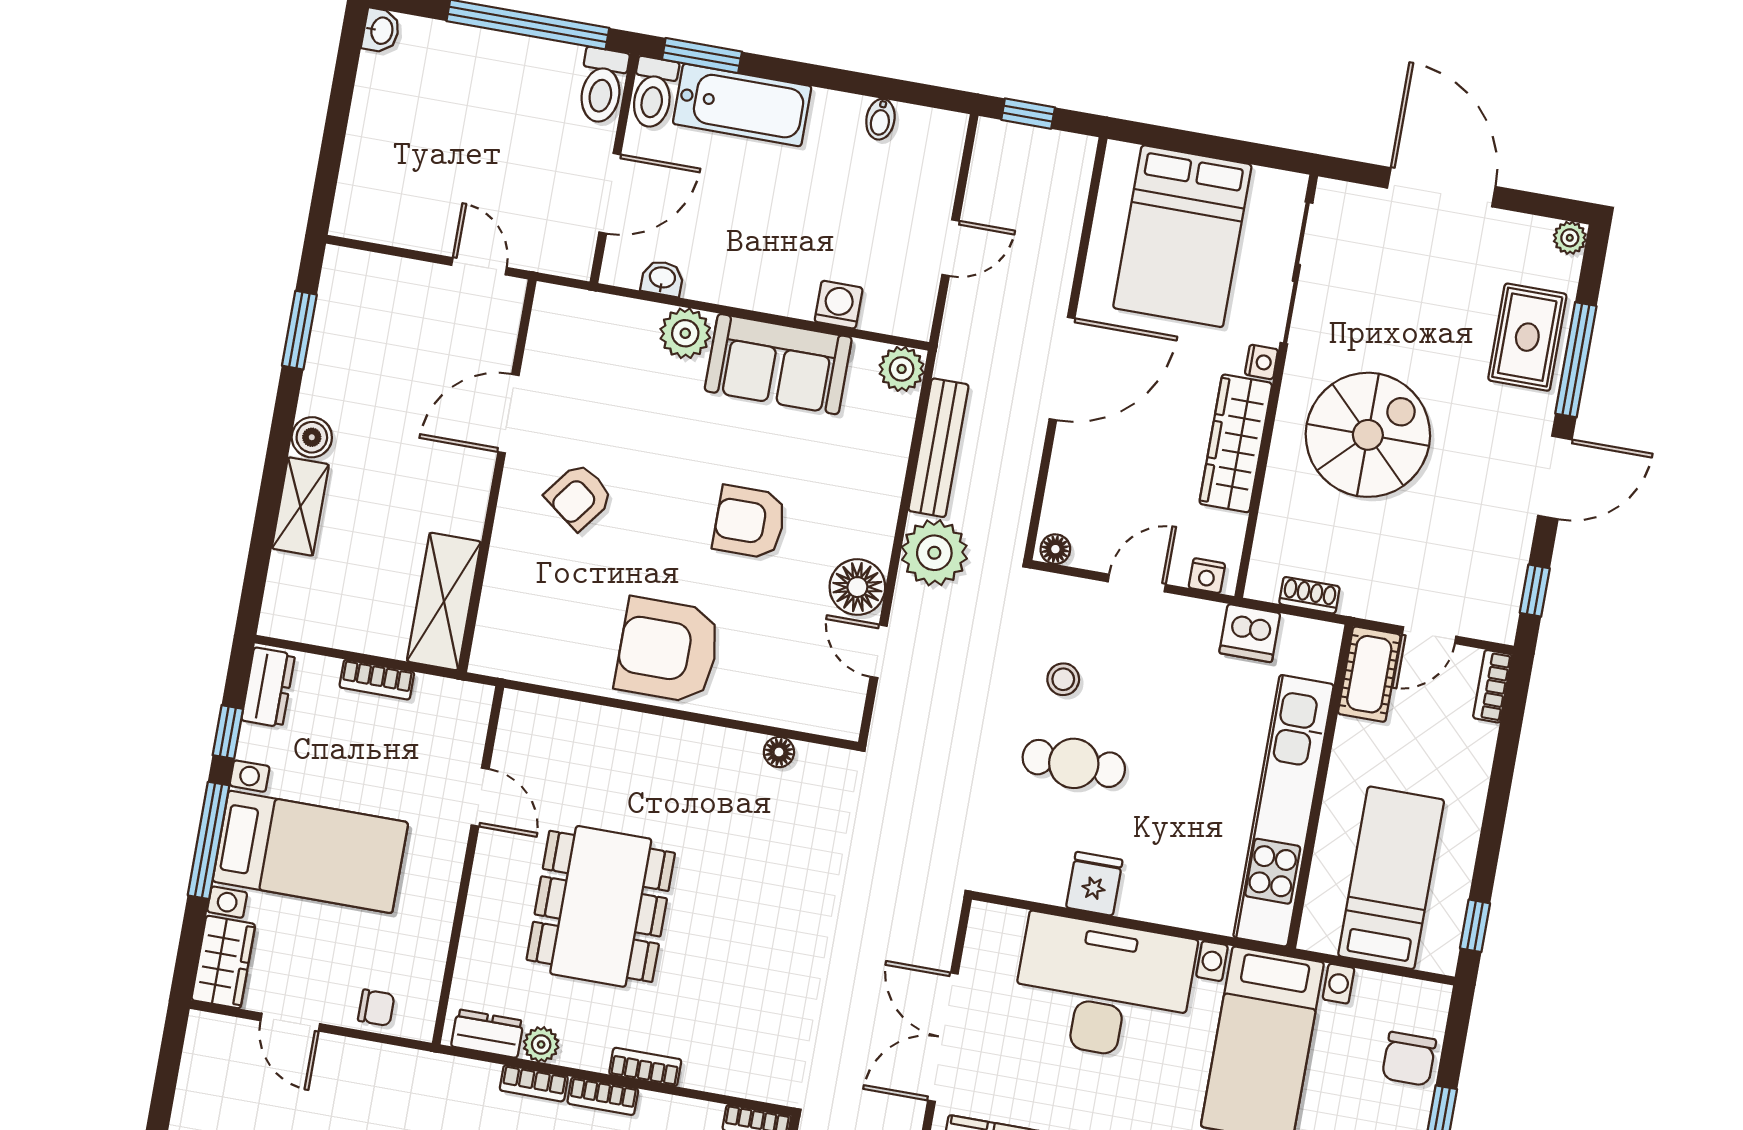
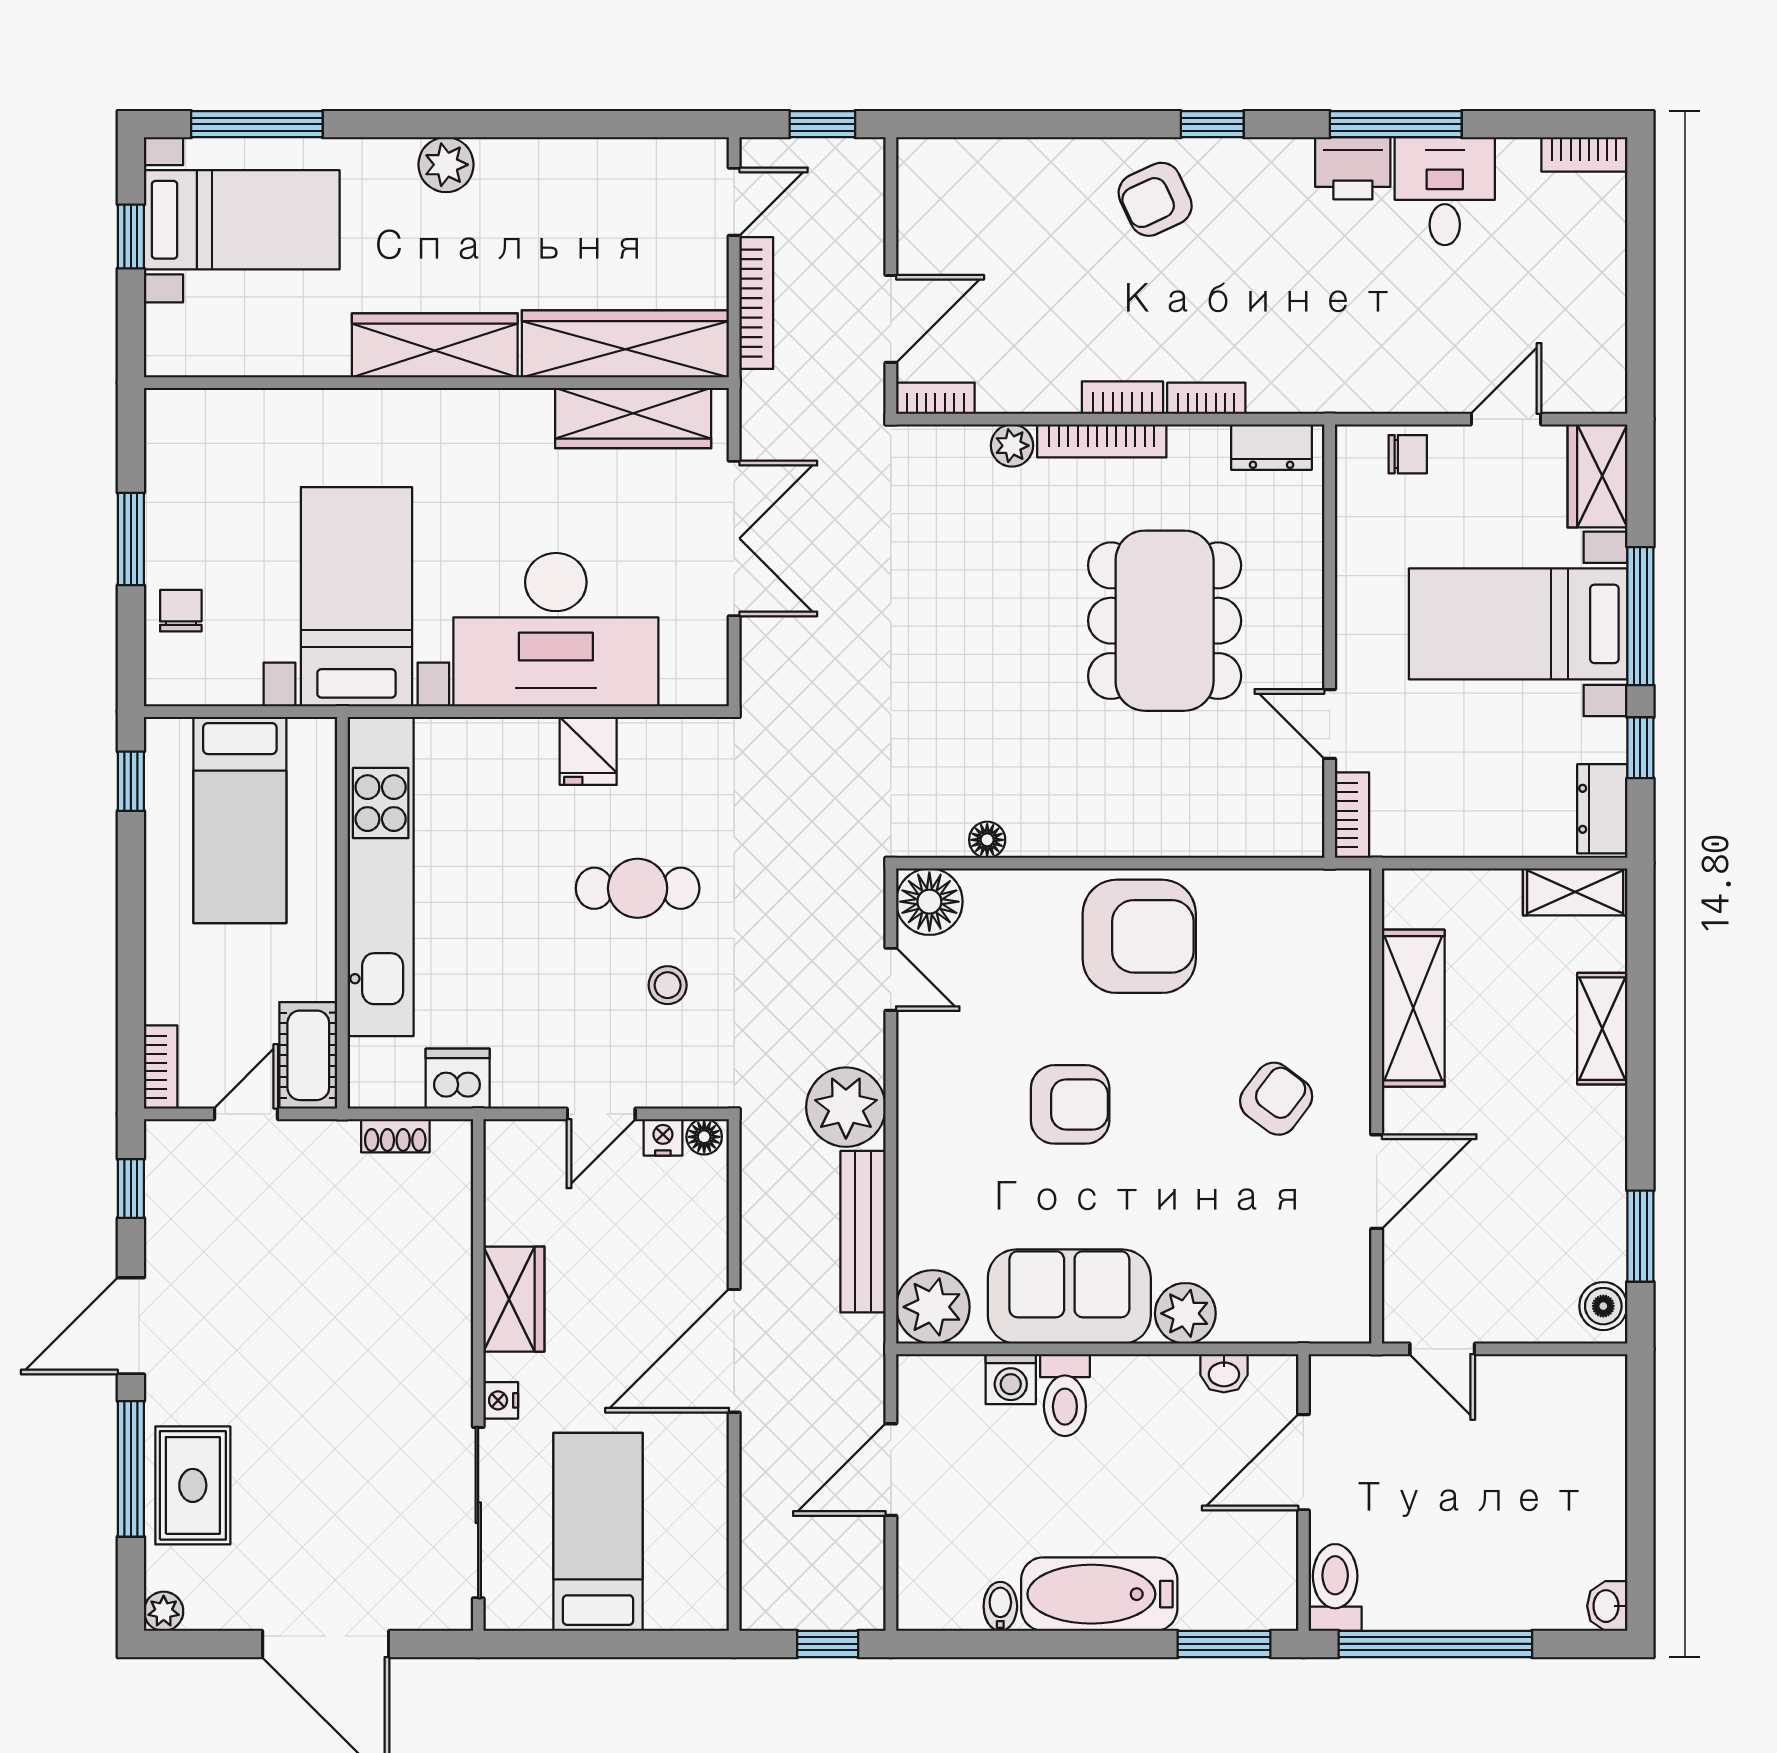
toilet: (653, 93) -> (1065, 1395), moved, turned 180
bathtub: (742, 105) -> (1099, 1594), moved
bed: (1182, 236) -> (598, 1532), width x0.67
door: (950, 248) -> (891, 1470), width x1.38
plant: (902, 369) -> (933, 1307), width x1.36, depth x1.36
spiral stairs: (1368, 435) -> (360, 1337), removed
boiler: (312, 437) -> (1603, 1306), moved
wardrobe: (1236, 443) -> (514, 1299), width x0.67
nightstand: (1207, 576) -> (663, 1137), moved
floor lamp: (857, 587) -> (929, 902), moved
shelving: (444, 601) -> (1413, 1008), moved
shelving: (303, 623) -> (1575, 892), added
bookcase: (377, 680) -> (1352, 815), moved, turned 90
chair: (376, 1008) -> (1408, 454), turned 180
door: (290, 1022) -> (1506, 419), hinge flipped
plant: (541, 1044) -> (1012, 446), moved
chair: (1409, 1059) -> (181, 611), width x0.73, depth x0.73
bookcase: (645, 1067) -> (1102, 441), width x1.56

